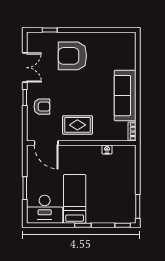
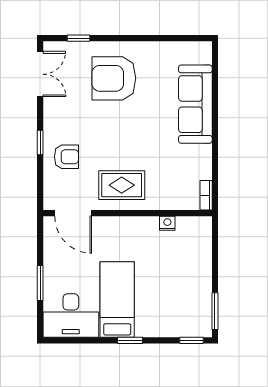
double door: (25, 68) -> (40, 74), moved
sofa: (125, 96) -> (195, 104), moved

